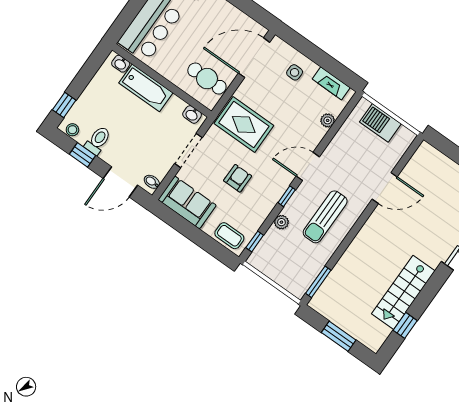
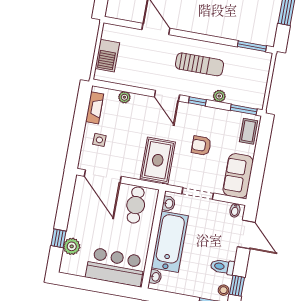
bathtub: (146, 88) -> (170, 242), width x1.36, depth x1.36
window: (82, 155) -> (237, 286), moved
window: (255, 241) -> (244, 110), width x1.50

